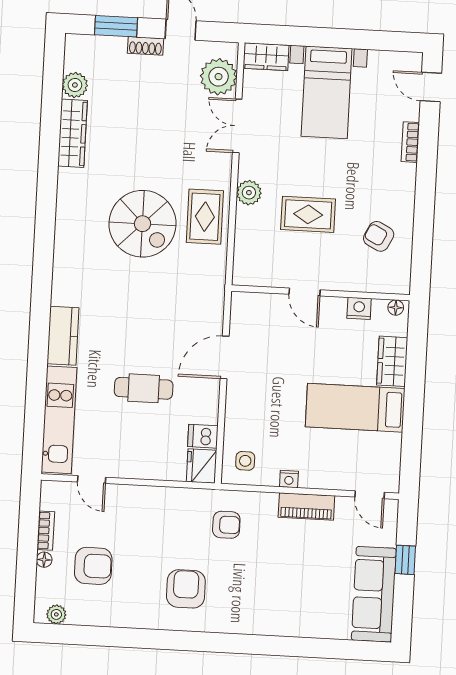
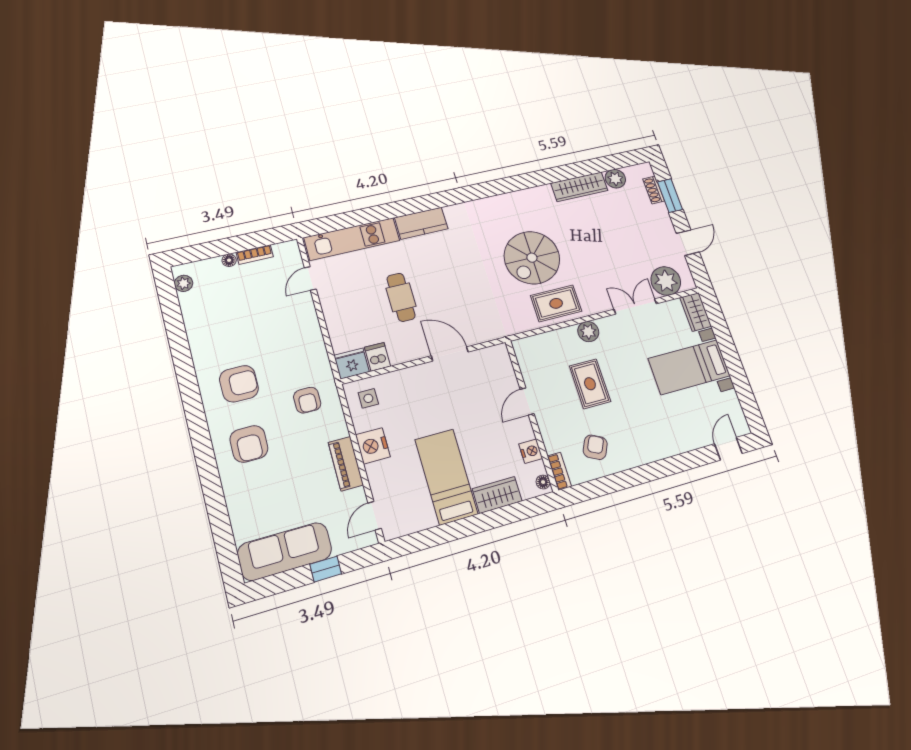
shoe rack: (145, 46) -> (654, 190), moved
bookcase: (410, 142) -> (559, 471), moved, turned 90
nightstand: (289, 479) -> (373, 446), width x1.89, depth x1.79
armchair: (93, 566) -> (249, 444), moved

